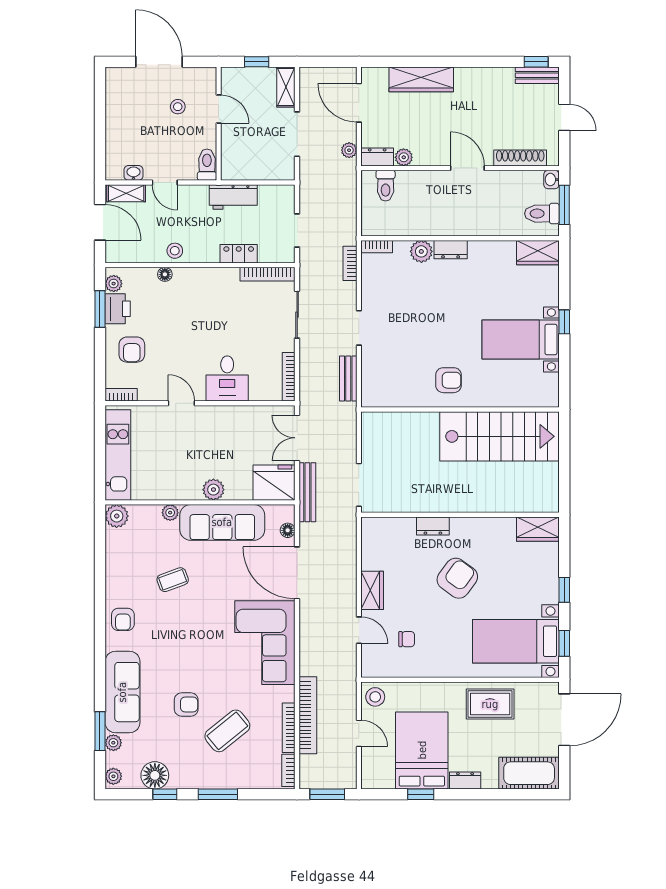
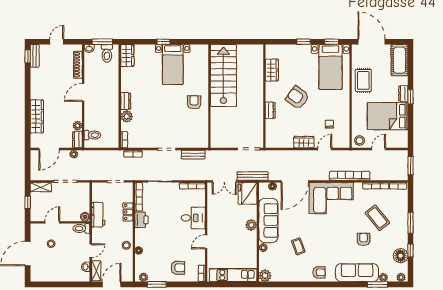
boiler: (229, 172) -> (85, 217), added
printer: (118, 309) -> (141, 220), moved, turned 90
wardrobe: (538, 529) -> (272, 70), moved
bookcase: (308, 715) -> (350, 176), moved
window: (421, 794) -> (411, 97), moved

